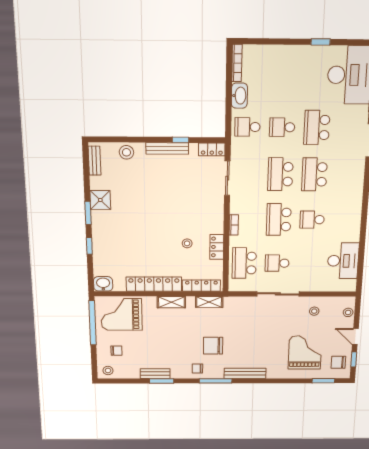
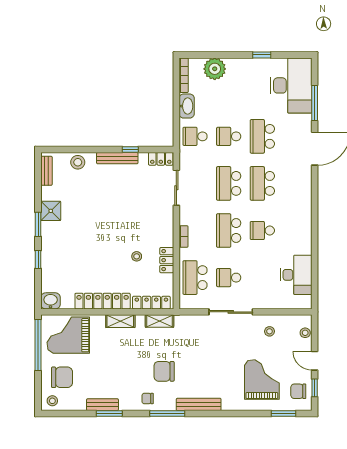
plant: (270, 56) -> (215, 69), added
chair: (116, 351) -> (62, 377), width x1.87, depth x1.87

